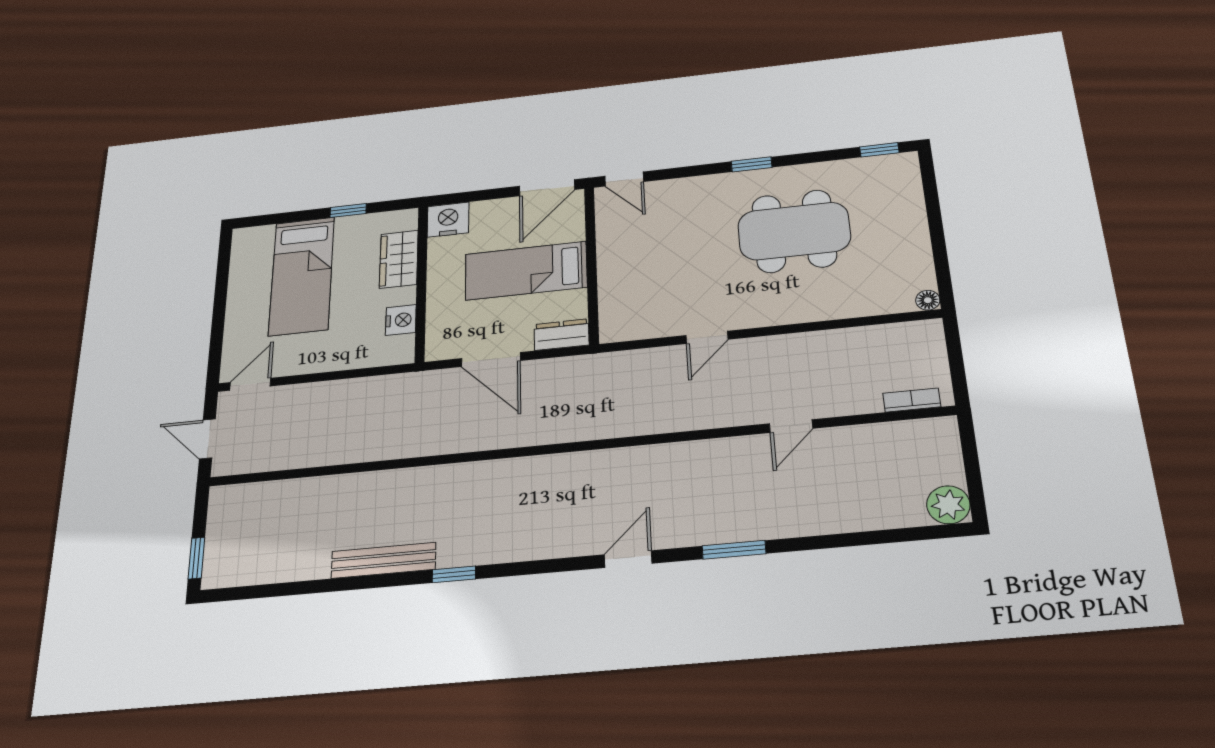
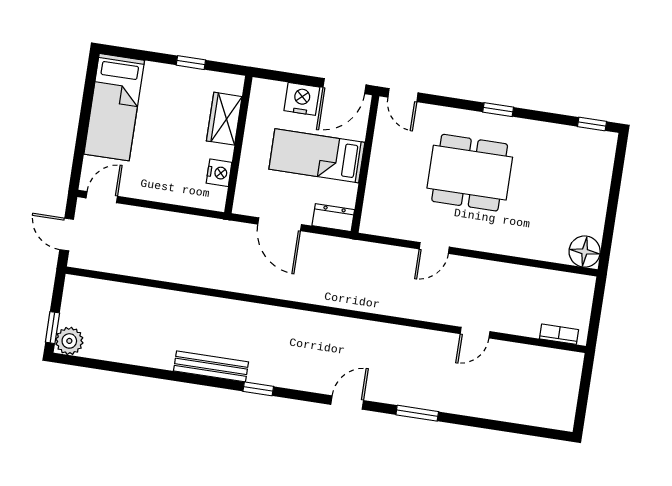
nightstand: (448, 220) -> (302, 99), moved
dining table: (794, 231) -> (470, 173), moved
bed: (302, 276) -> (114, 107), moved
floor lamp: (928, 300) -> (585, 252), width x1.89, depth x1.89
plant: (948, 505) -> (69, 341), moved
bench: (383, 560) -> (211, 366), moved
window: (454, 574) -> (258, 389), moved

